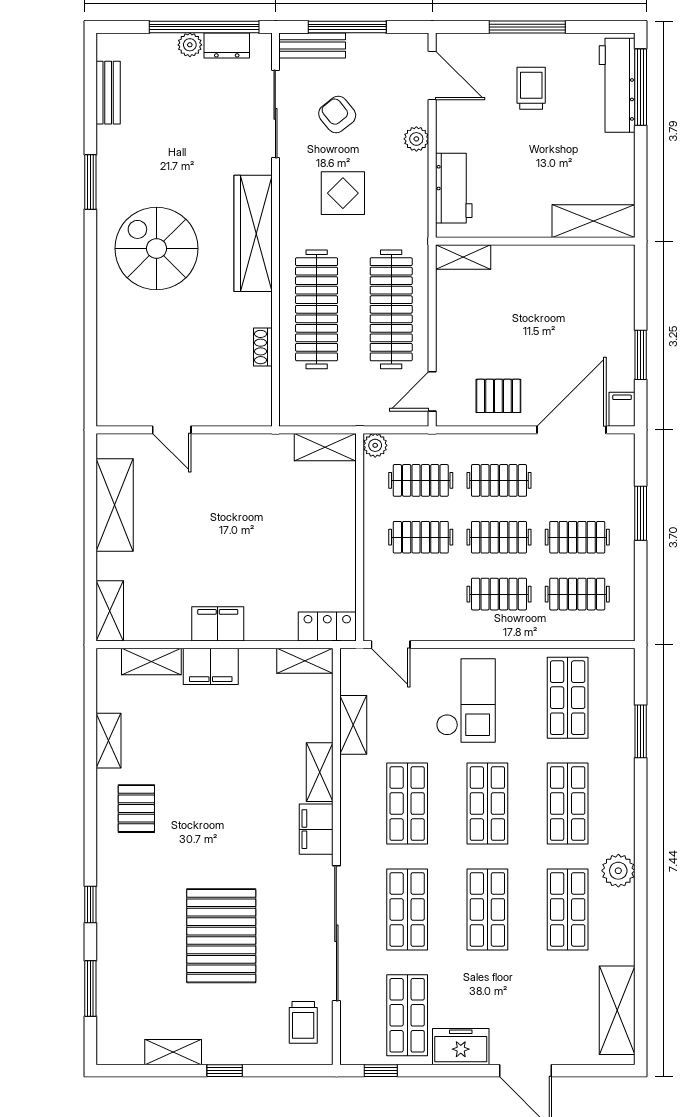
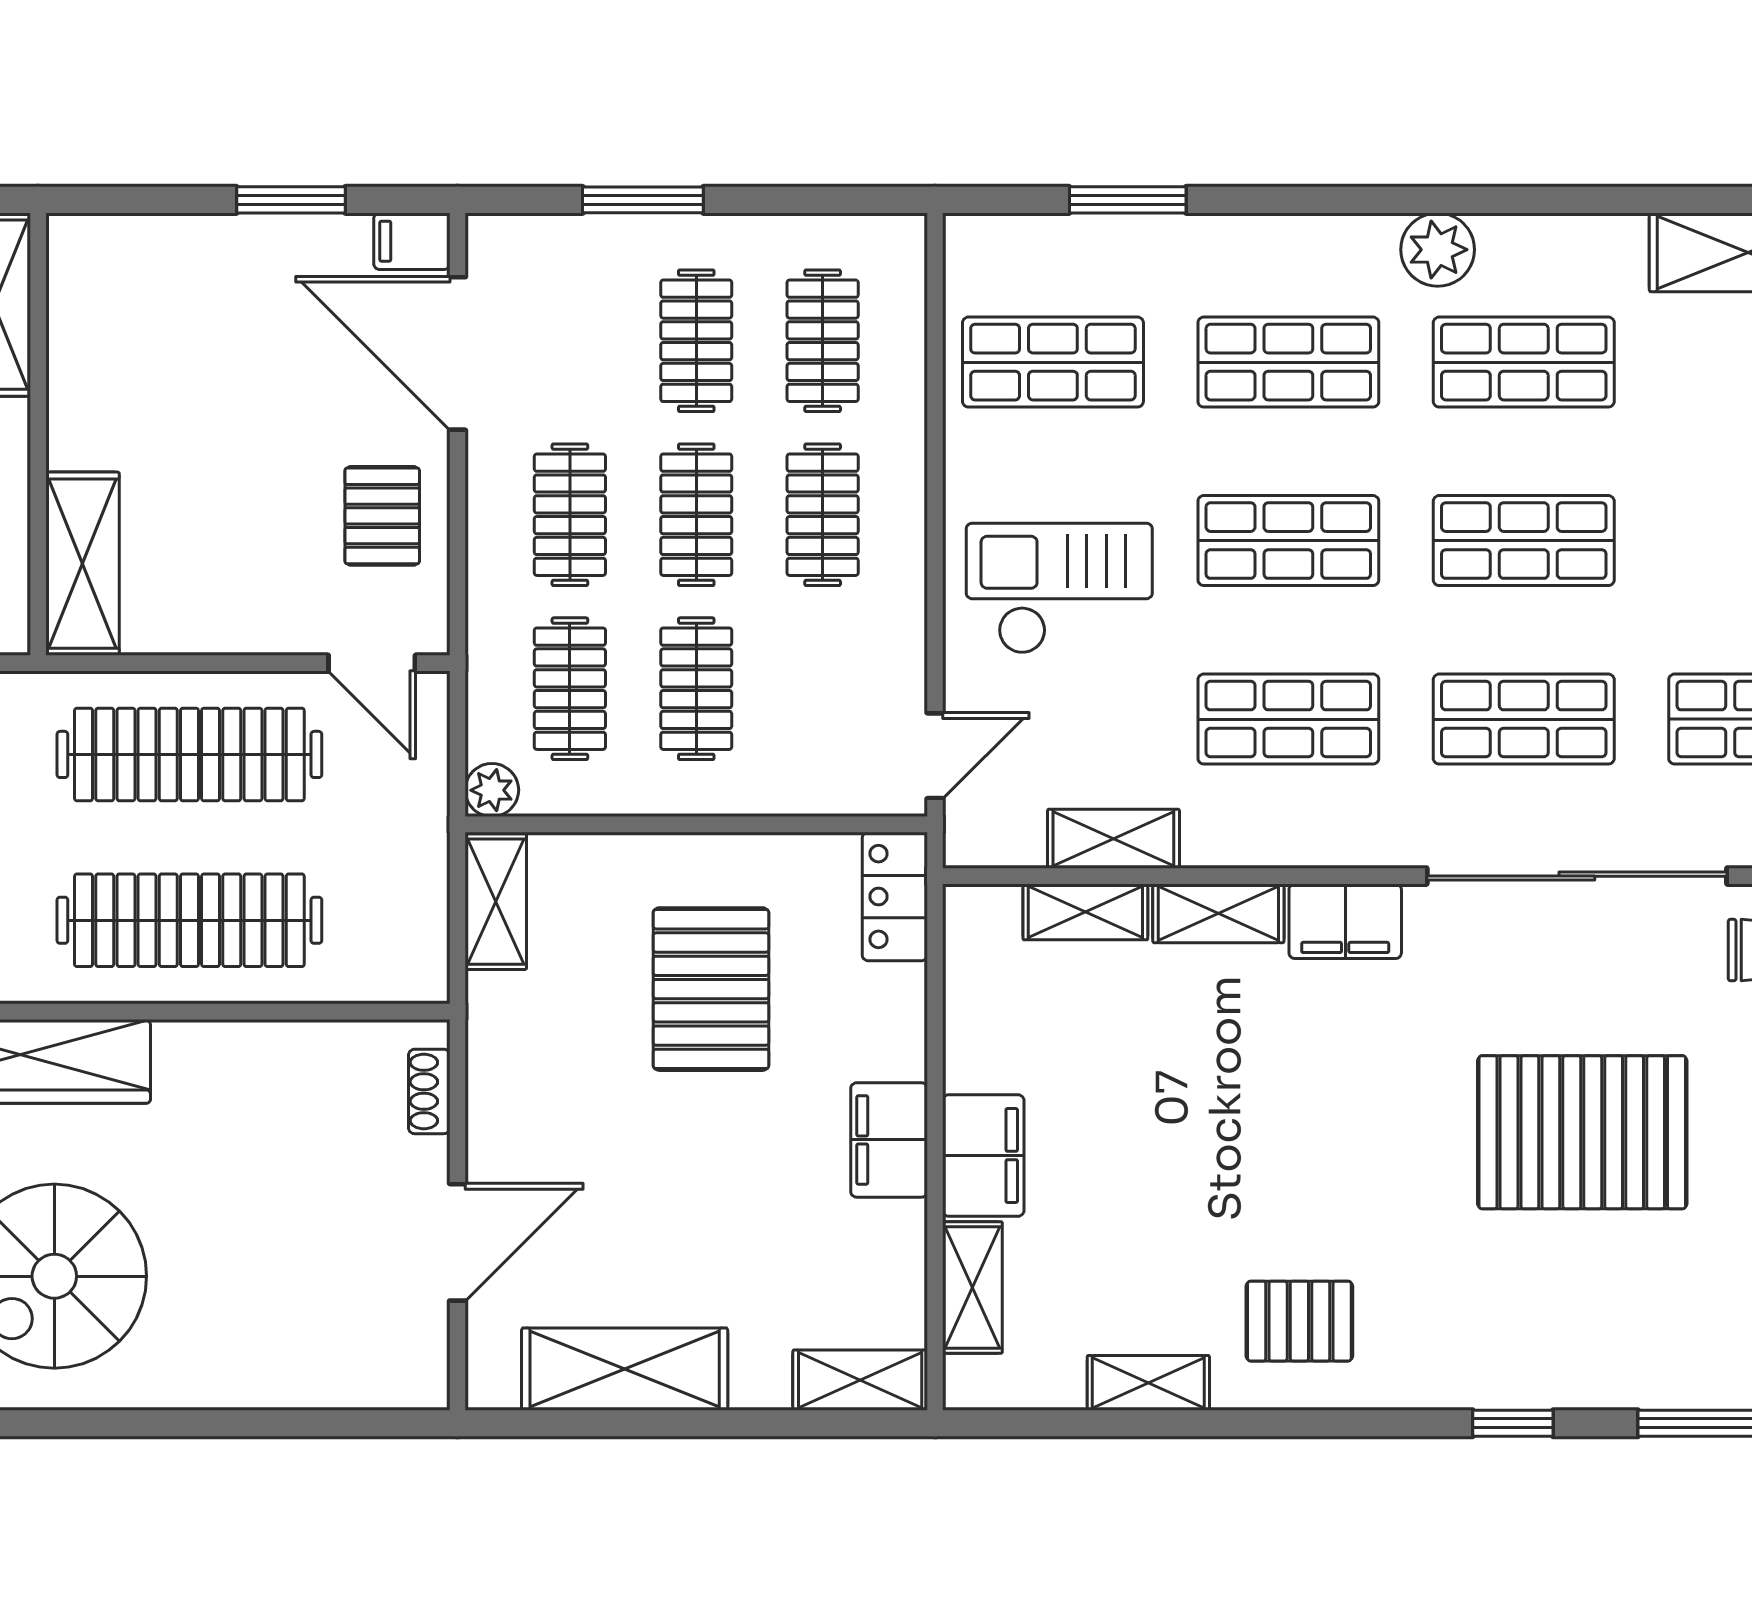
shelving: (463, 257) -> (83, 564), width x1.50, depth x1.33
shoe rack: (263, 347) -> (429, 1091), moved, turned 90
door: (172, 430) -> (458, 1242), width x1.38
pallet: (286, 544) -> (711, 989), added
shelving: (305, 661) -> (1085, 912), moved, turned 90

